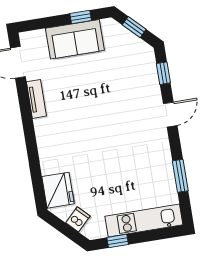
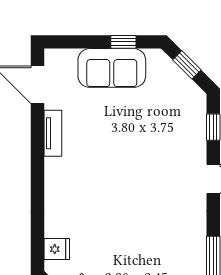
fridge: (58, 190) -> (57, 249), width x0.53, depth x0.75

